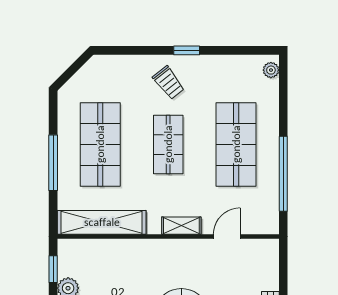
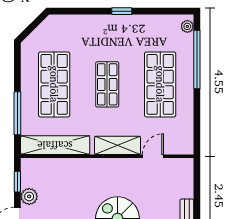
trolley: (169, 83) -> (108, 36), removed
window: (53, 163) -> (17, 113), moved
window: (283, 174) -> (197, 60), moved
shelving: (181, 226) -> (117, 145), width x1.50, depth x1.33

